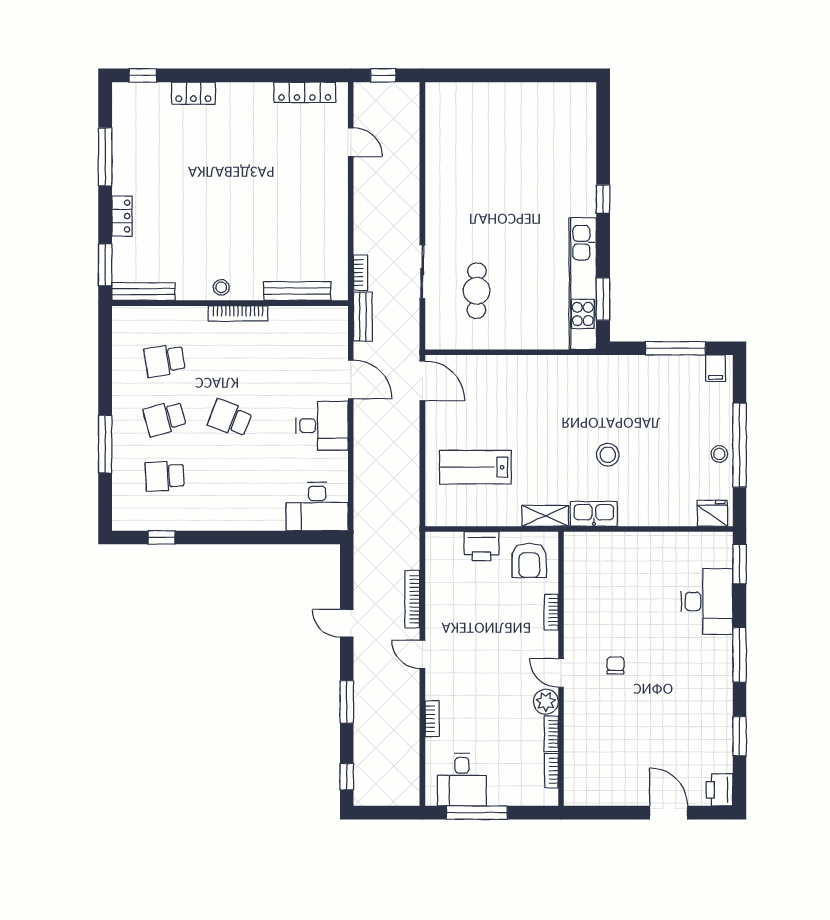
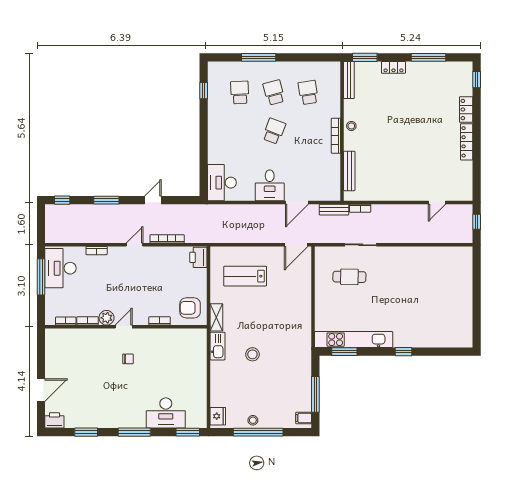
locker: (305, 92) -> (467, 142), moved
lab bench: (475, 467) -> (245, 276), turned -90
printer: (481, 546) -> (198, 257), moved
desk: (462, 780) -> (61, 268), width x1.37

